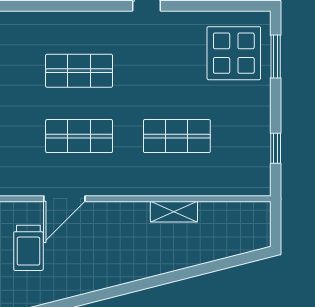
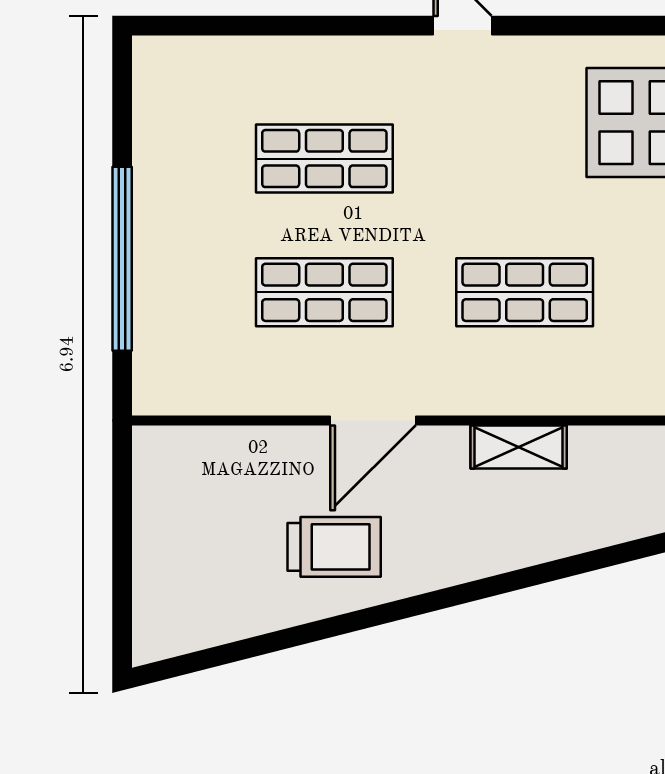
door: (64, 199) -> (373, 420), moved
trolley: (28, 248) -> (334, 547), moved, turned -90

